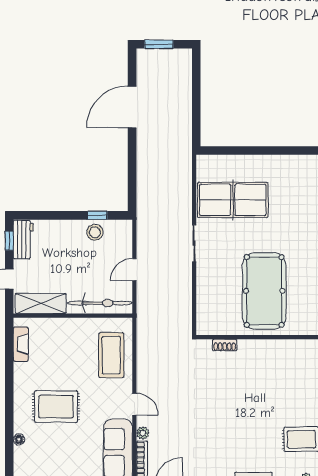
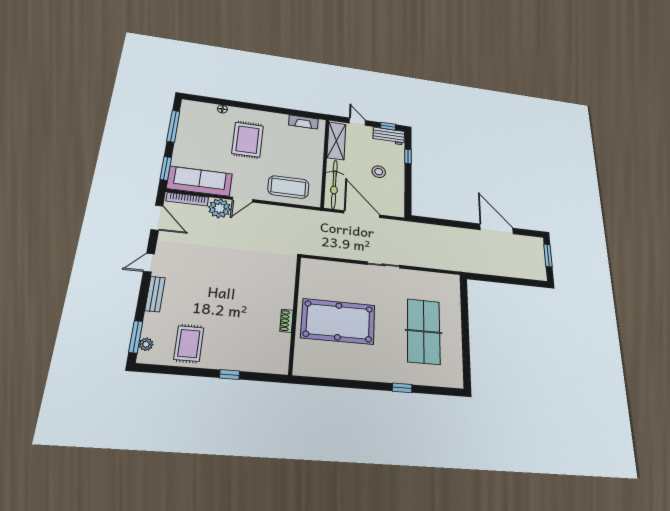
table tennis table: (233, 200) -> (424, 331), moved
window: (97, 215) -> (408, 156), moved
stool: (95, 232) -> (379, 172), moved
door: (134, 270) -> (362, 214), width x1.87
shoe rack: (225, 345) -> (286, 321), moved
plant: (143, 433) -> (219, 208), width x1.87, depth x1.87

